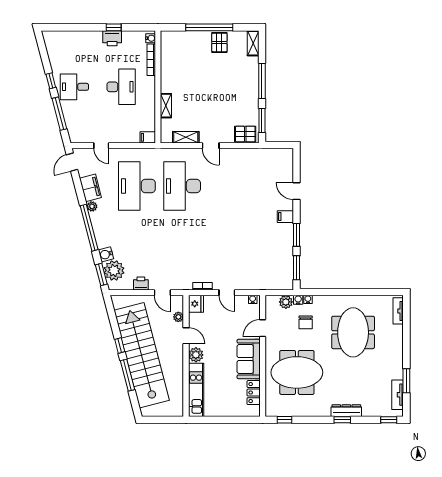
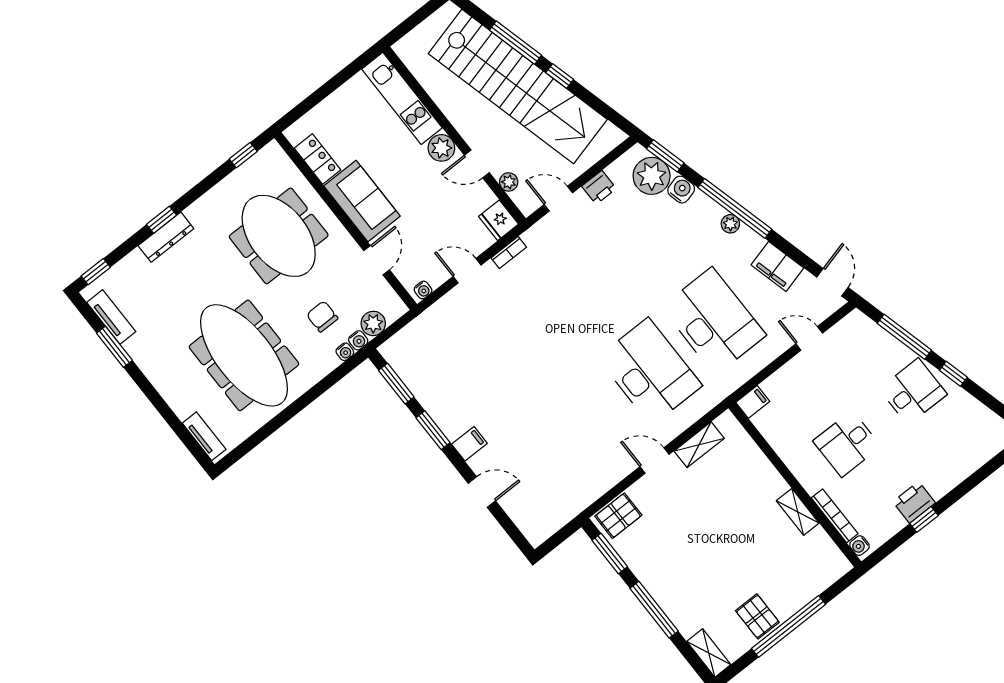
desk: (121, 87) -> (847, 444), width x0.73
shelving: (166, 106) -> (798, 512), moved
plant: (92, 206) -> (730, 224), moved
meeting table: (353, 332) -> (244, 355), width x1.36
meeting table: (297, 372) -> (279, 236), turned 90

